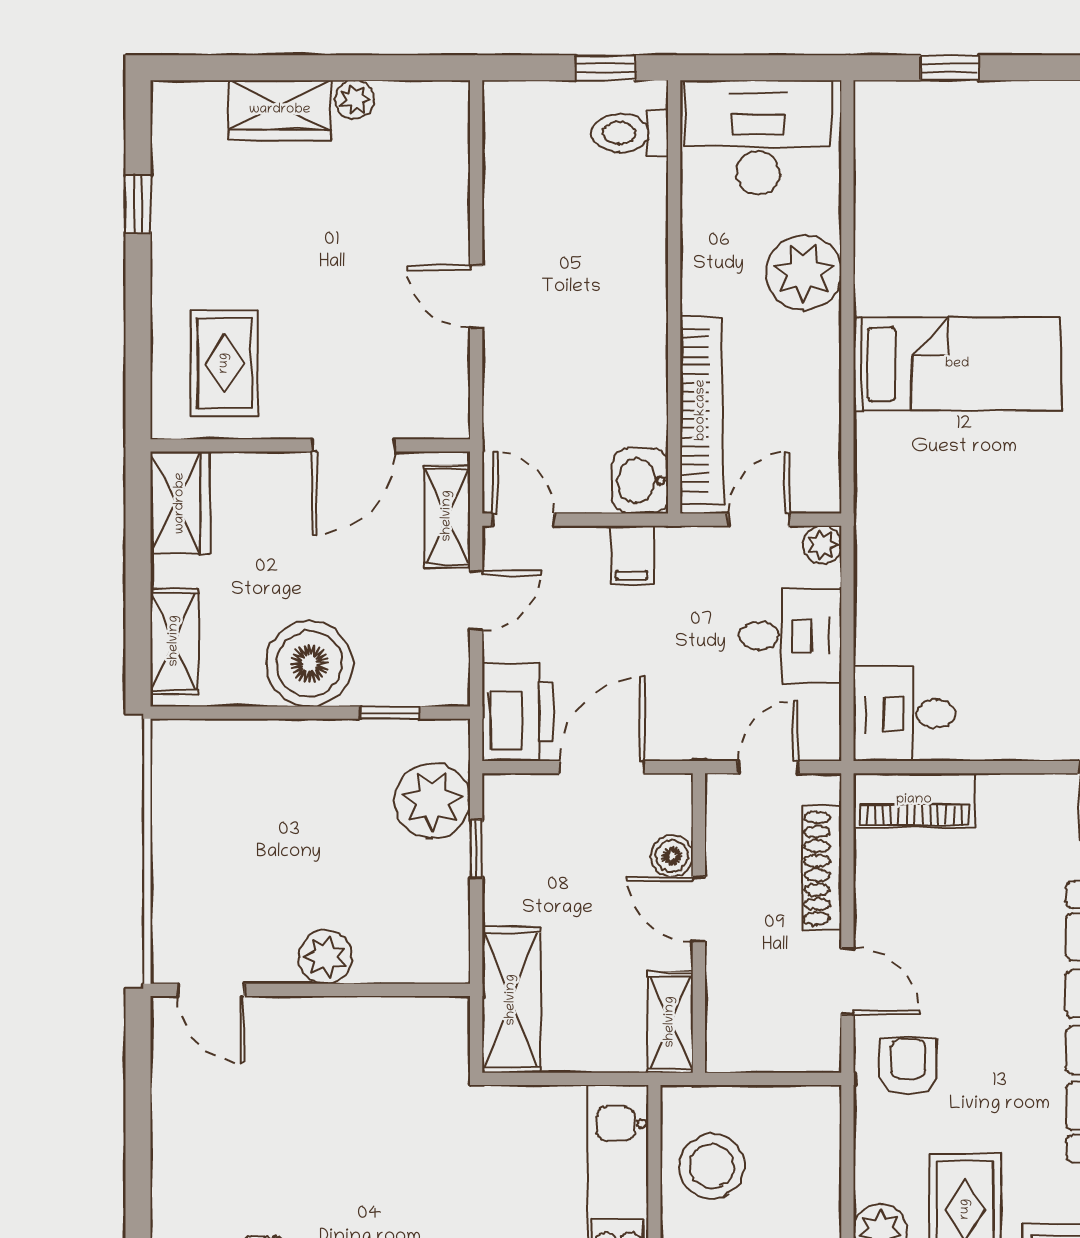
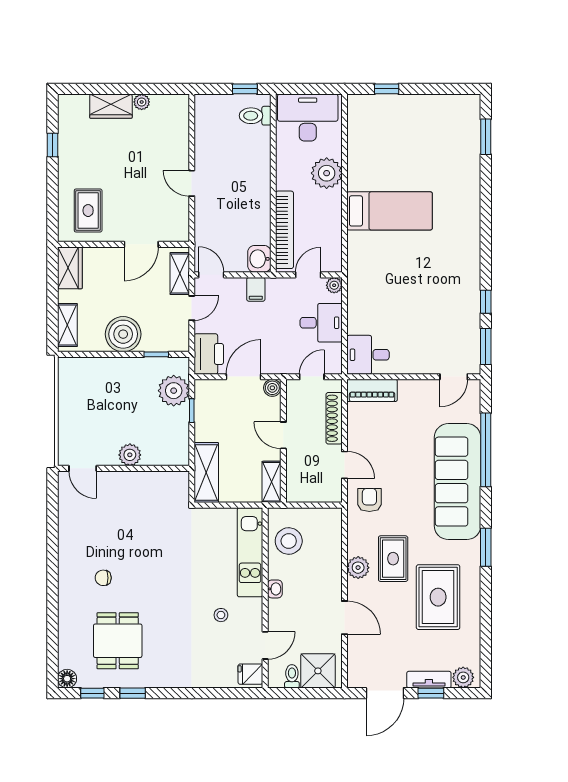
boiler: (672, 856) -> (272, 388), moved

